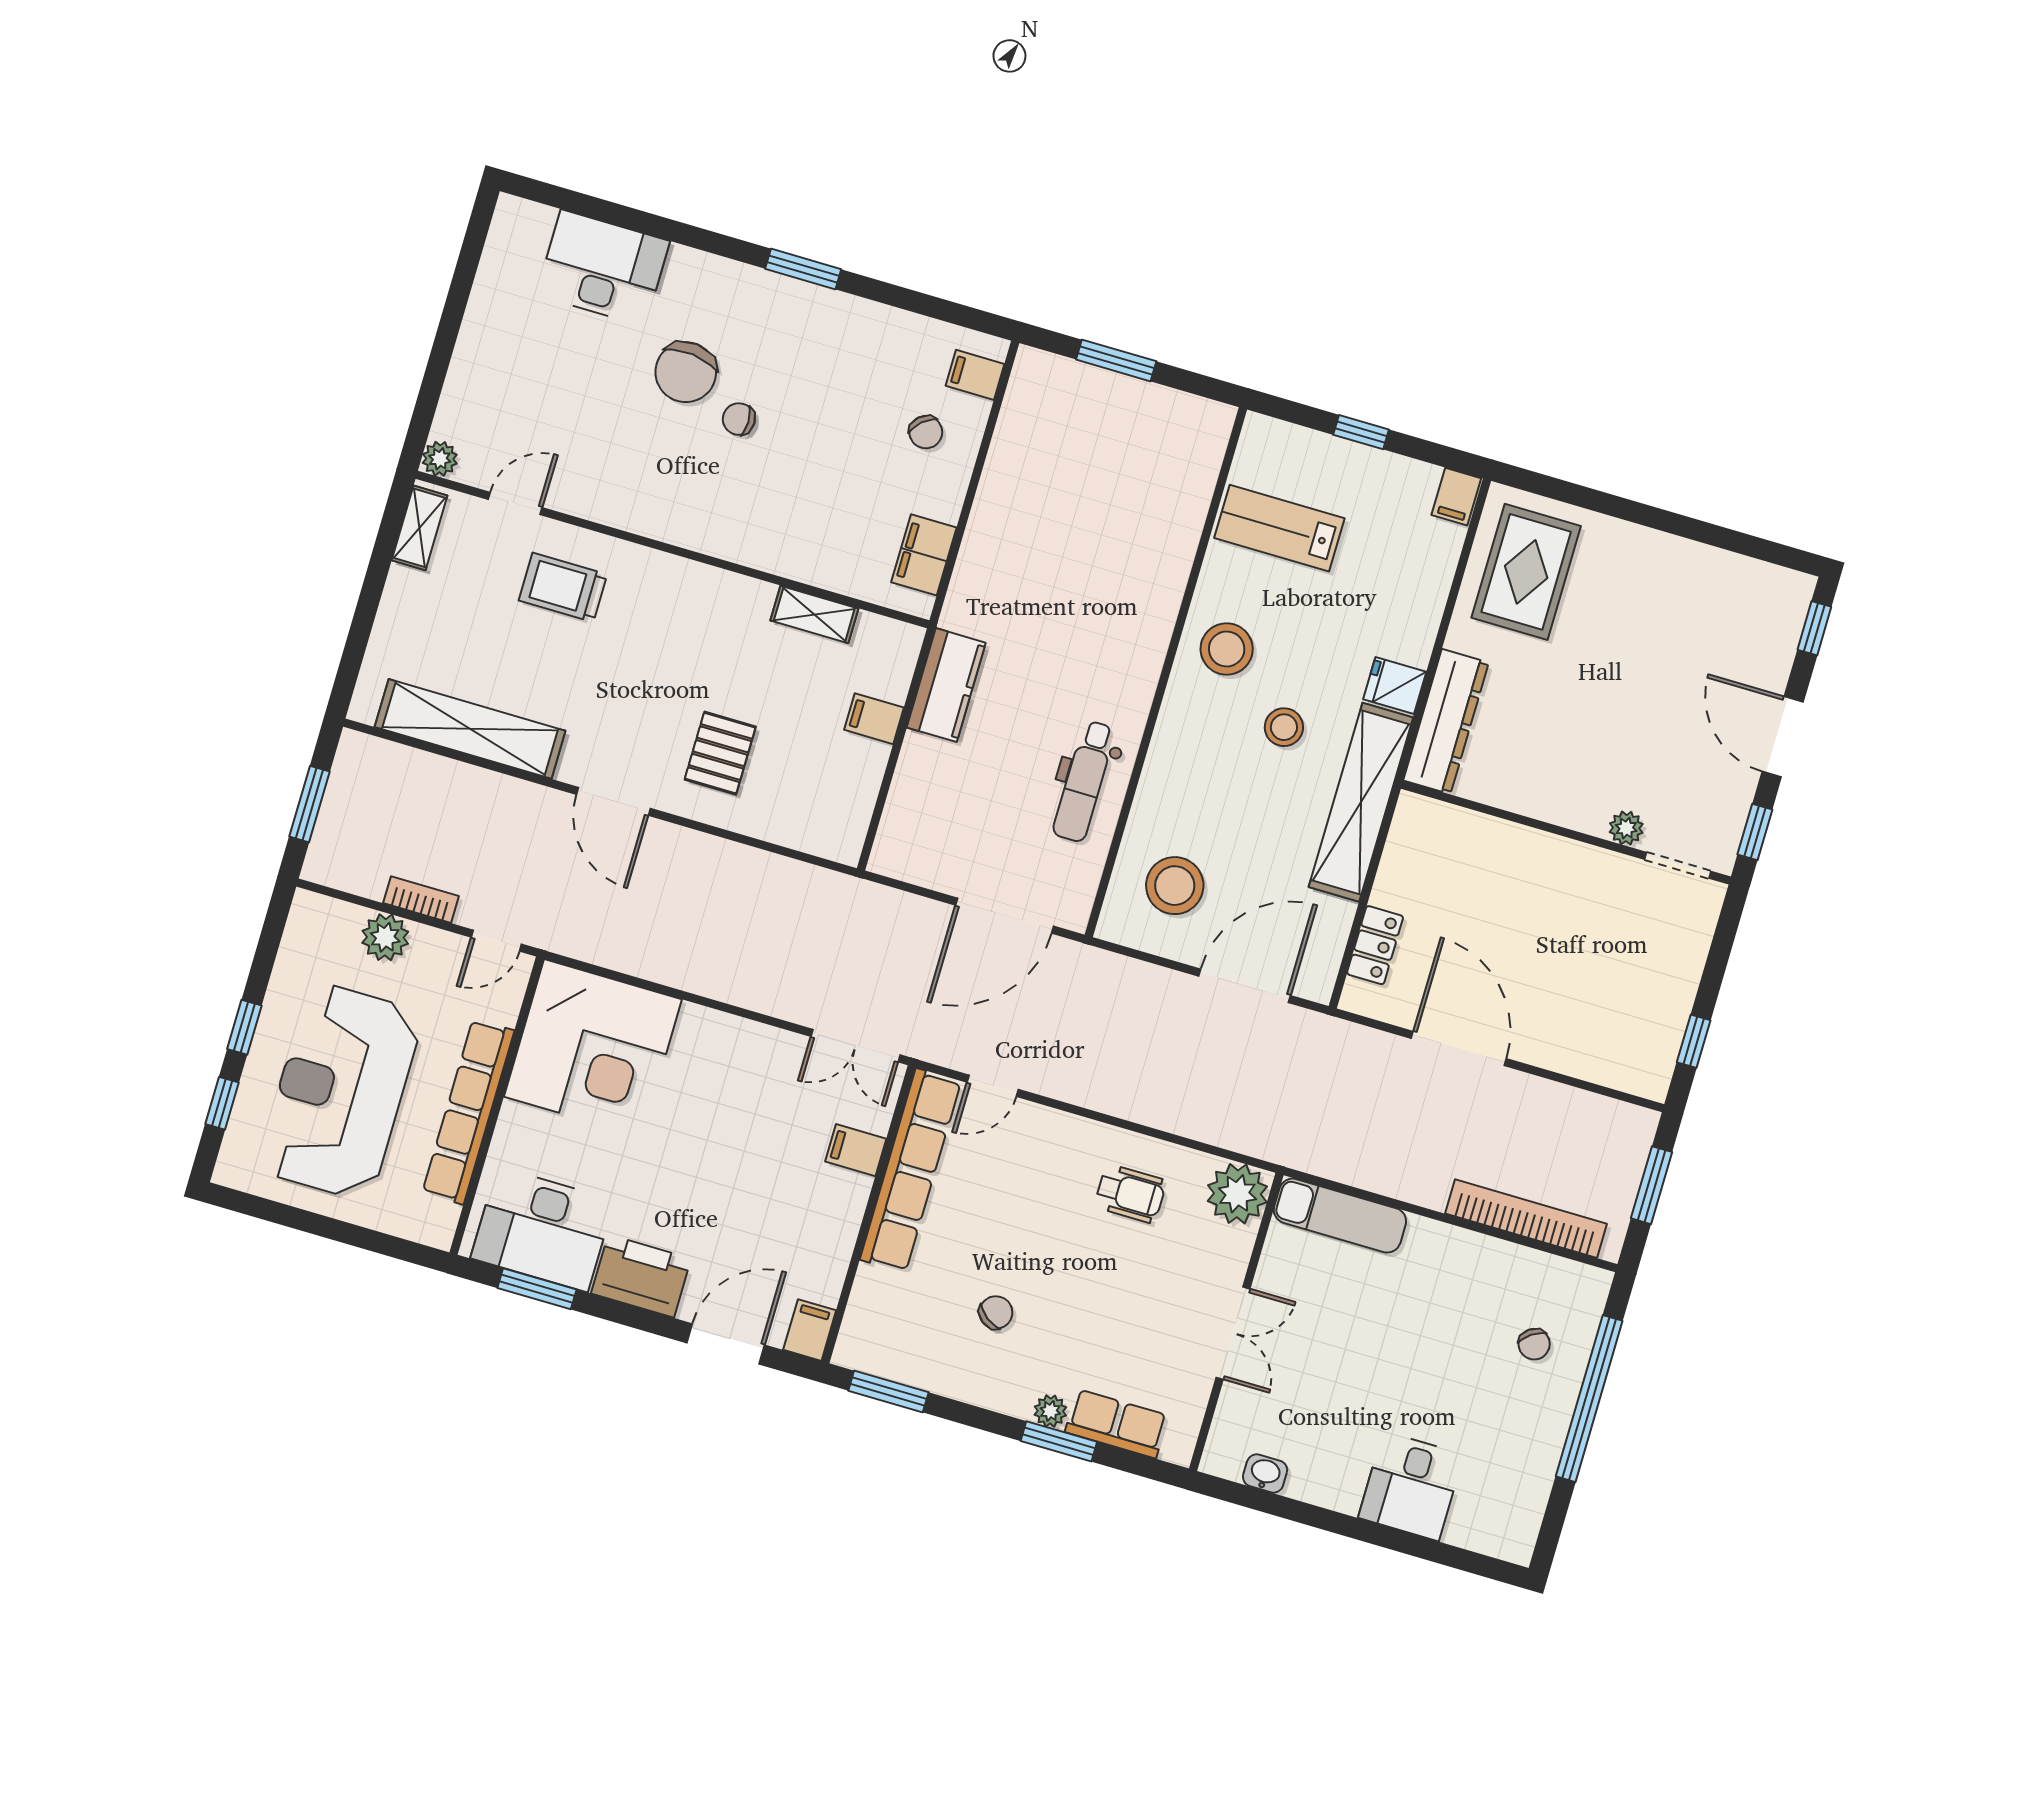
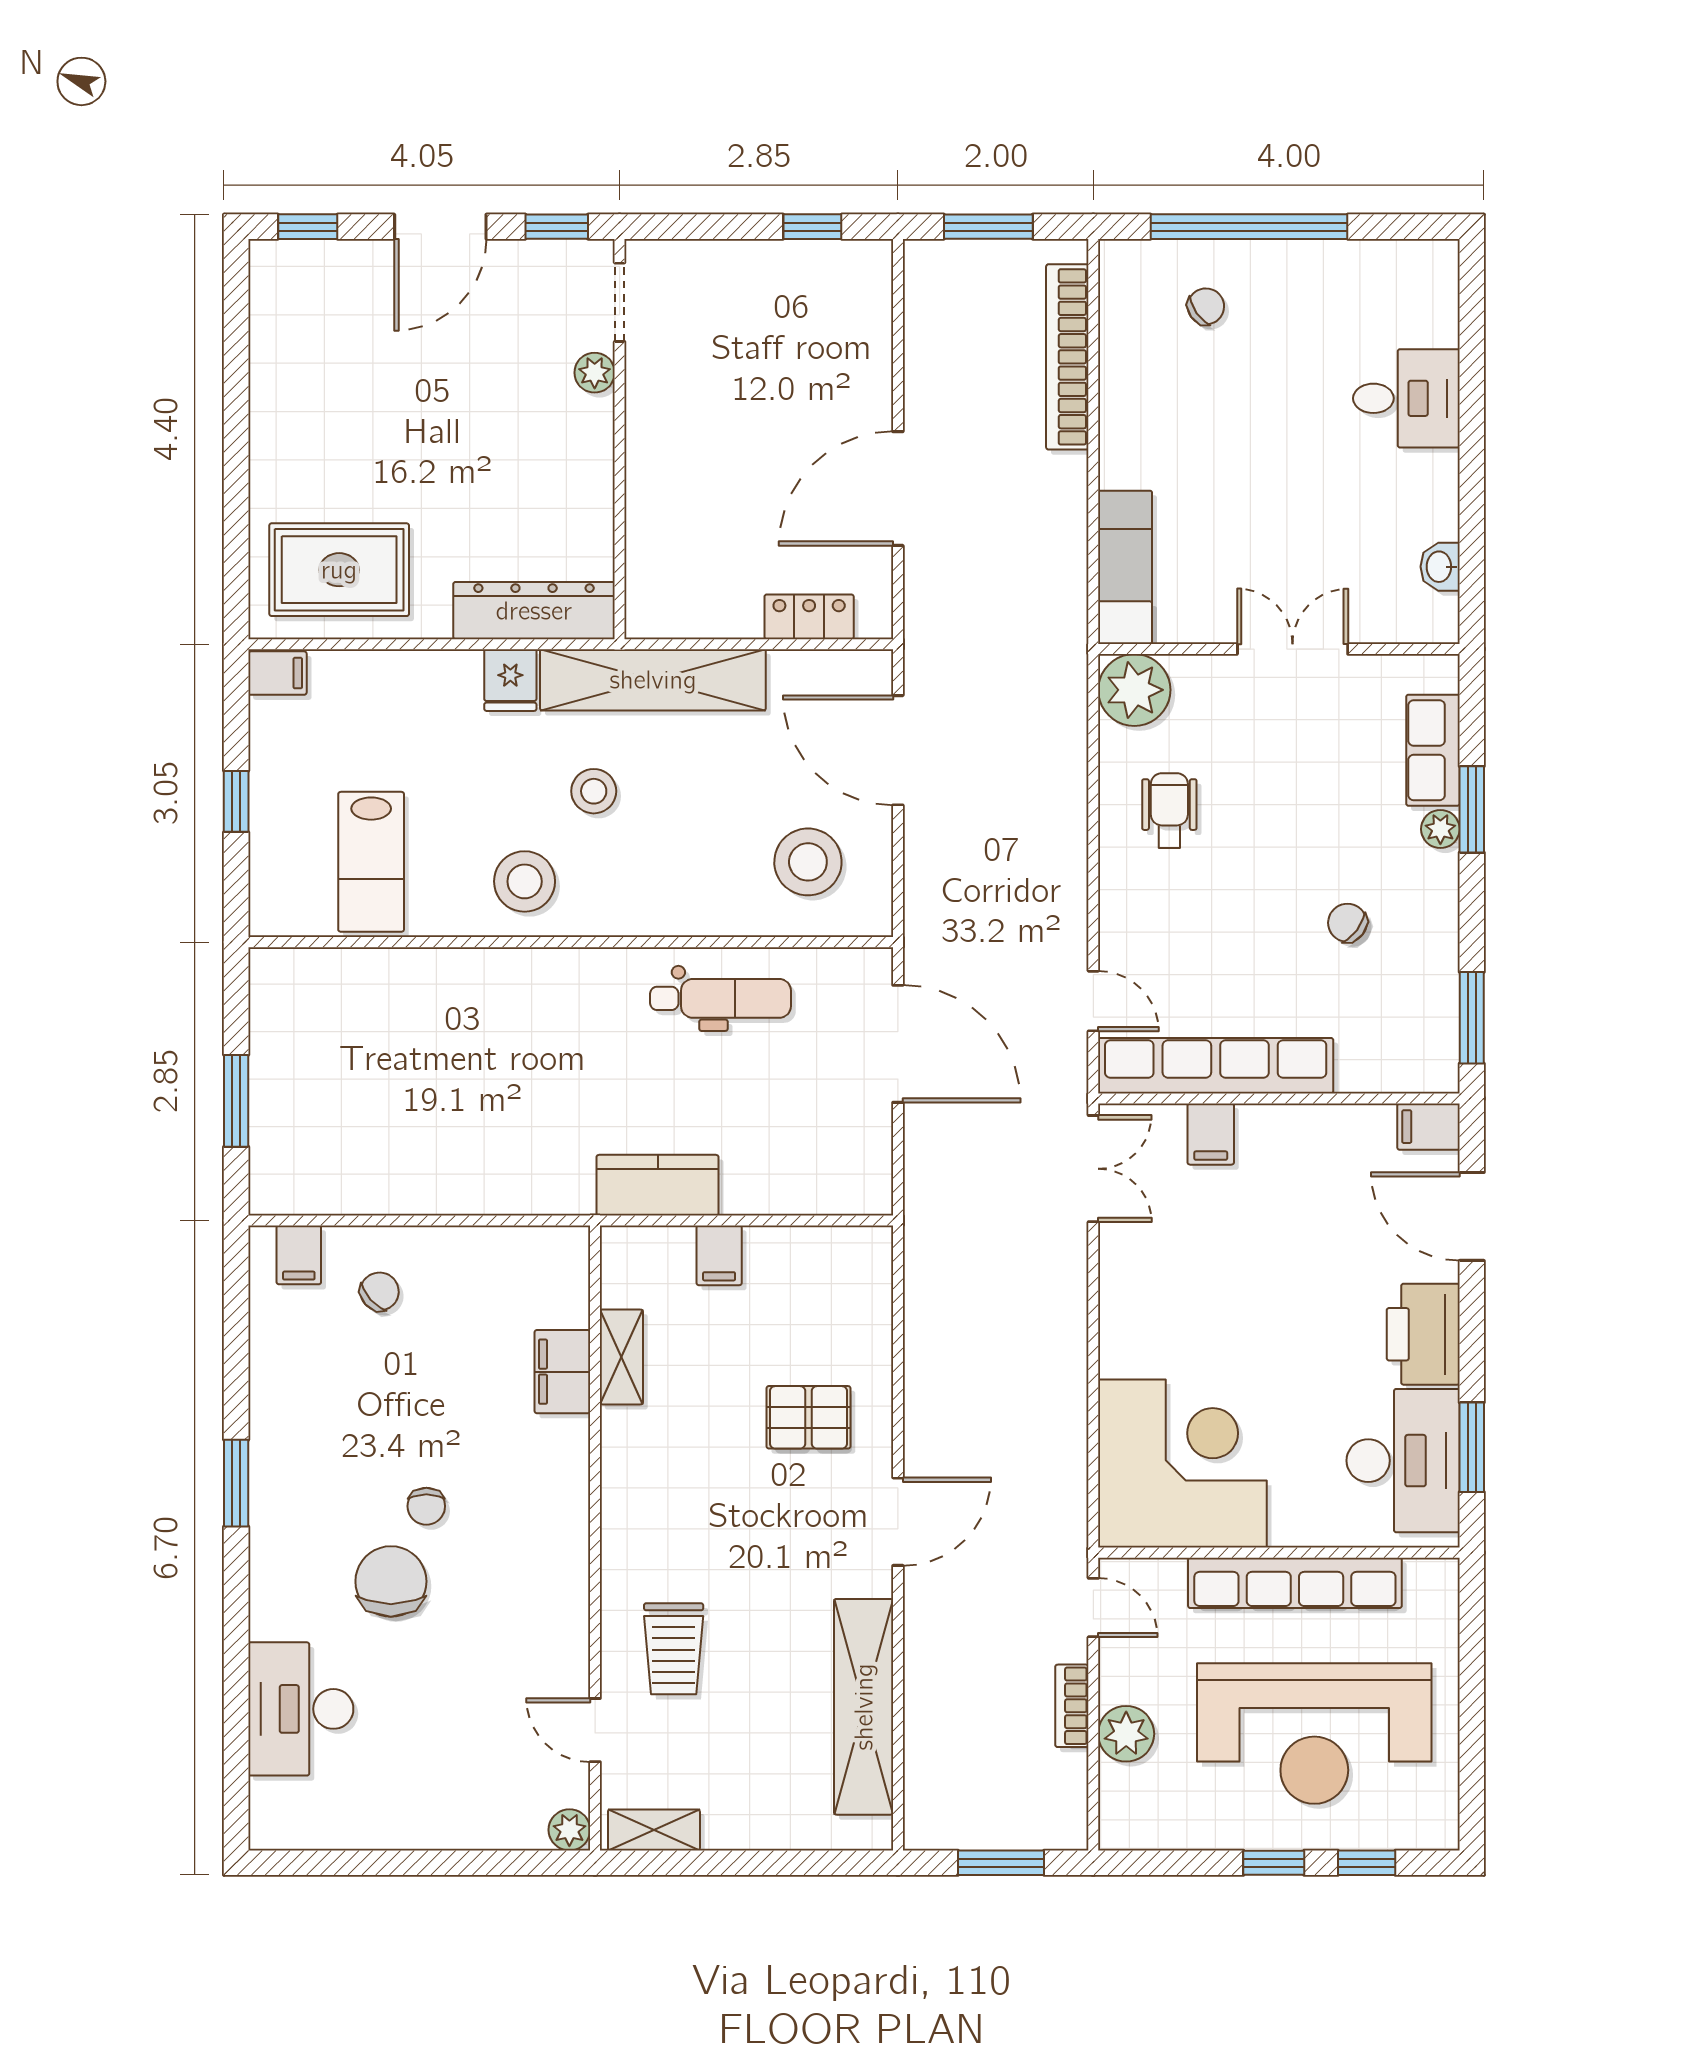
chair: (686, 372) -> (391, 1581), turned -96
filing cabinet: (924, 555) -> (562, 1372), moved, turned 90

